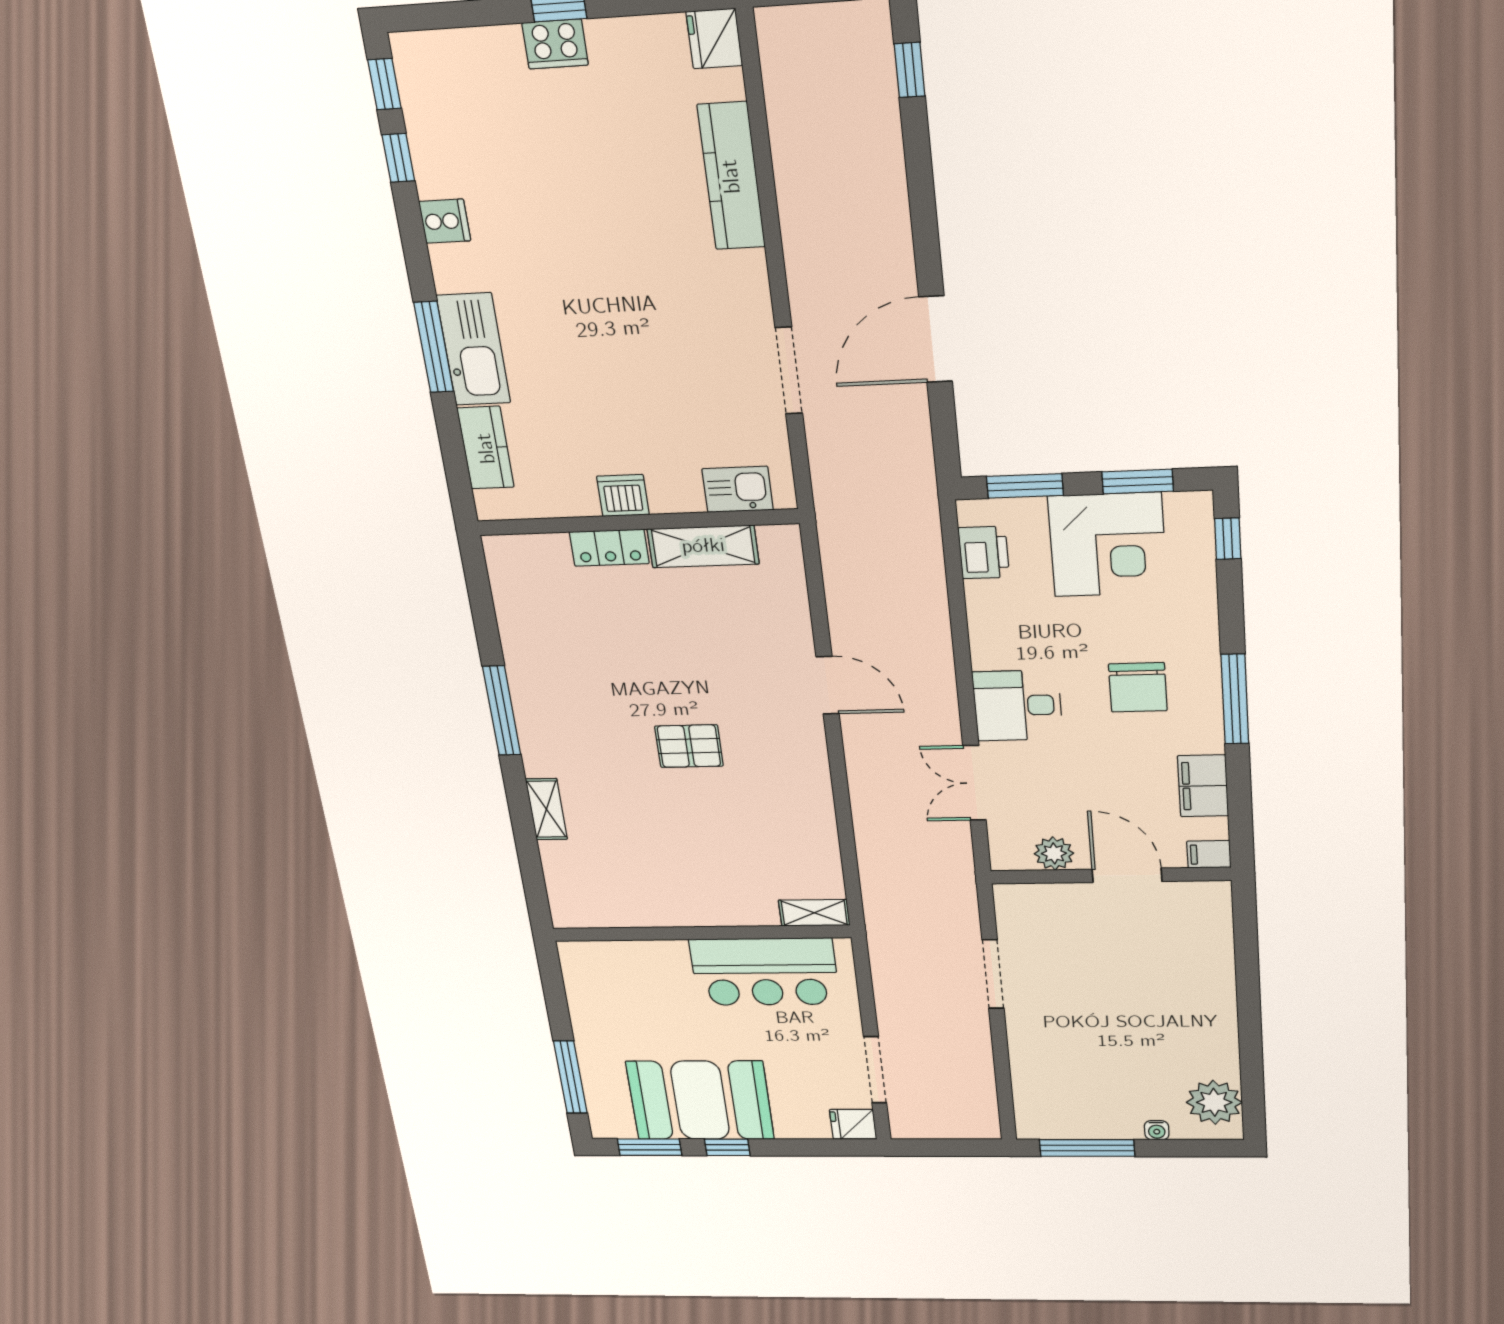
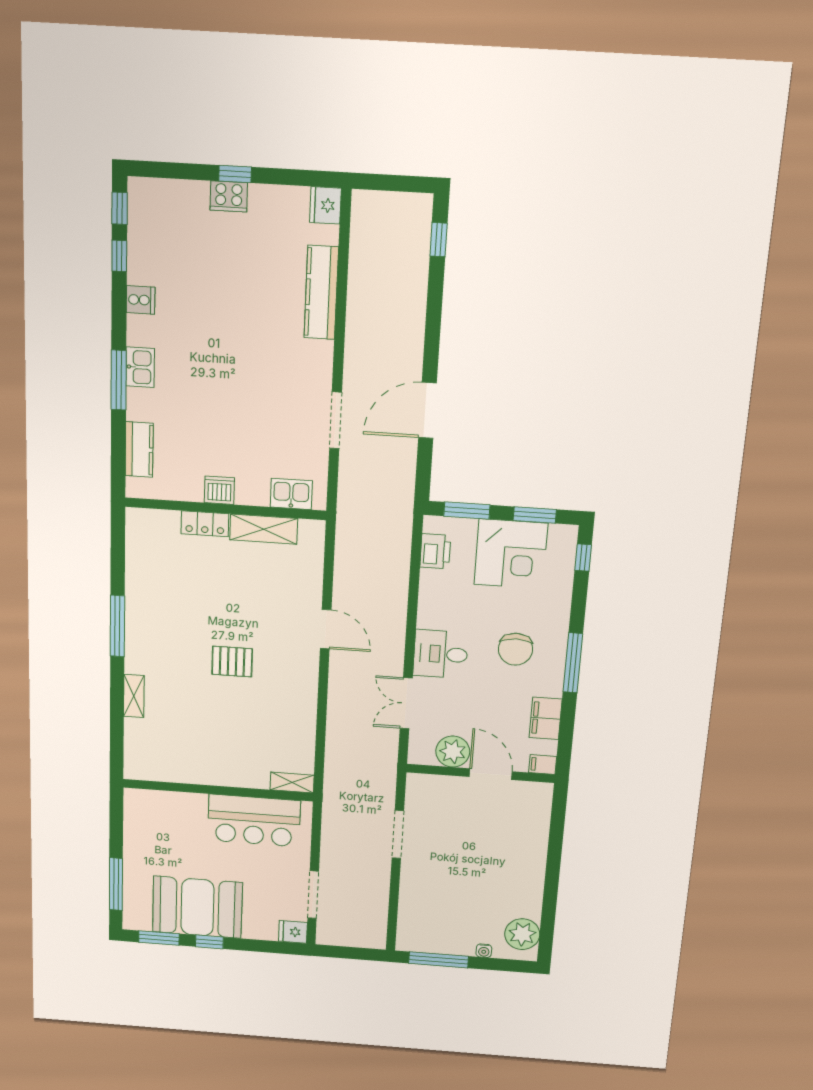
kitchen sink: (473, 349) -> (140, 367), width x0.53, depth x0.81
plant: (1054, 853) -> (453, 752), width x1.36, depth x1.36

